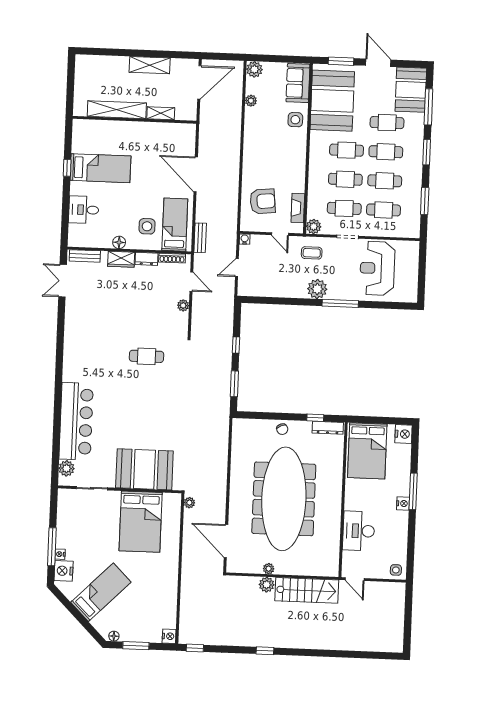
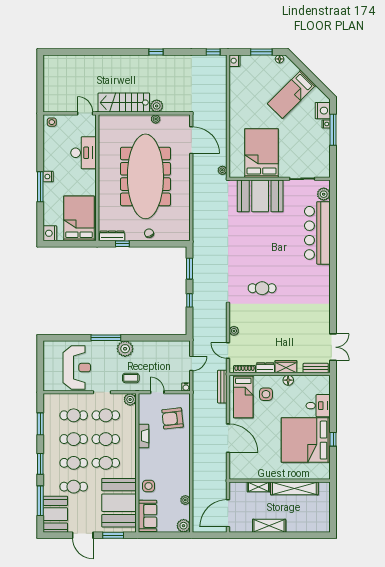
bed: (100, 168) -> (306, 440), width x2.04
fireplace: (298, 208) -> (144, 436), moved
bench: (200, 238) -> (222, 387), width x1.36

